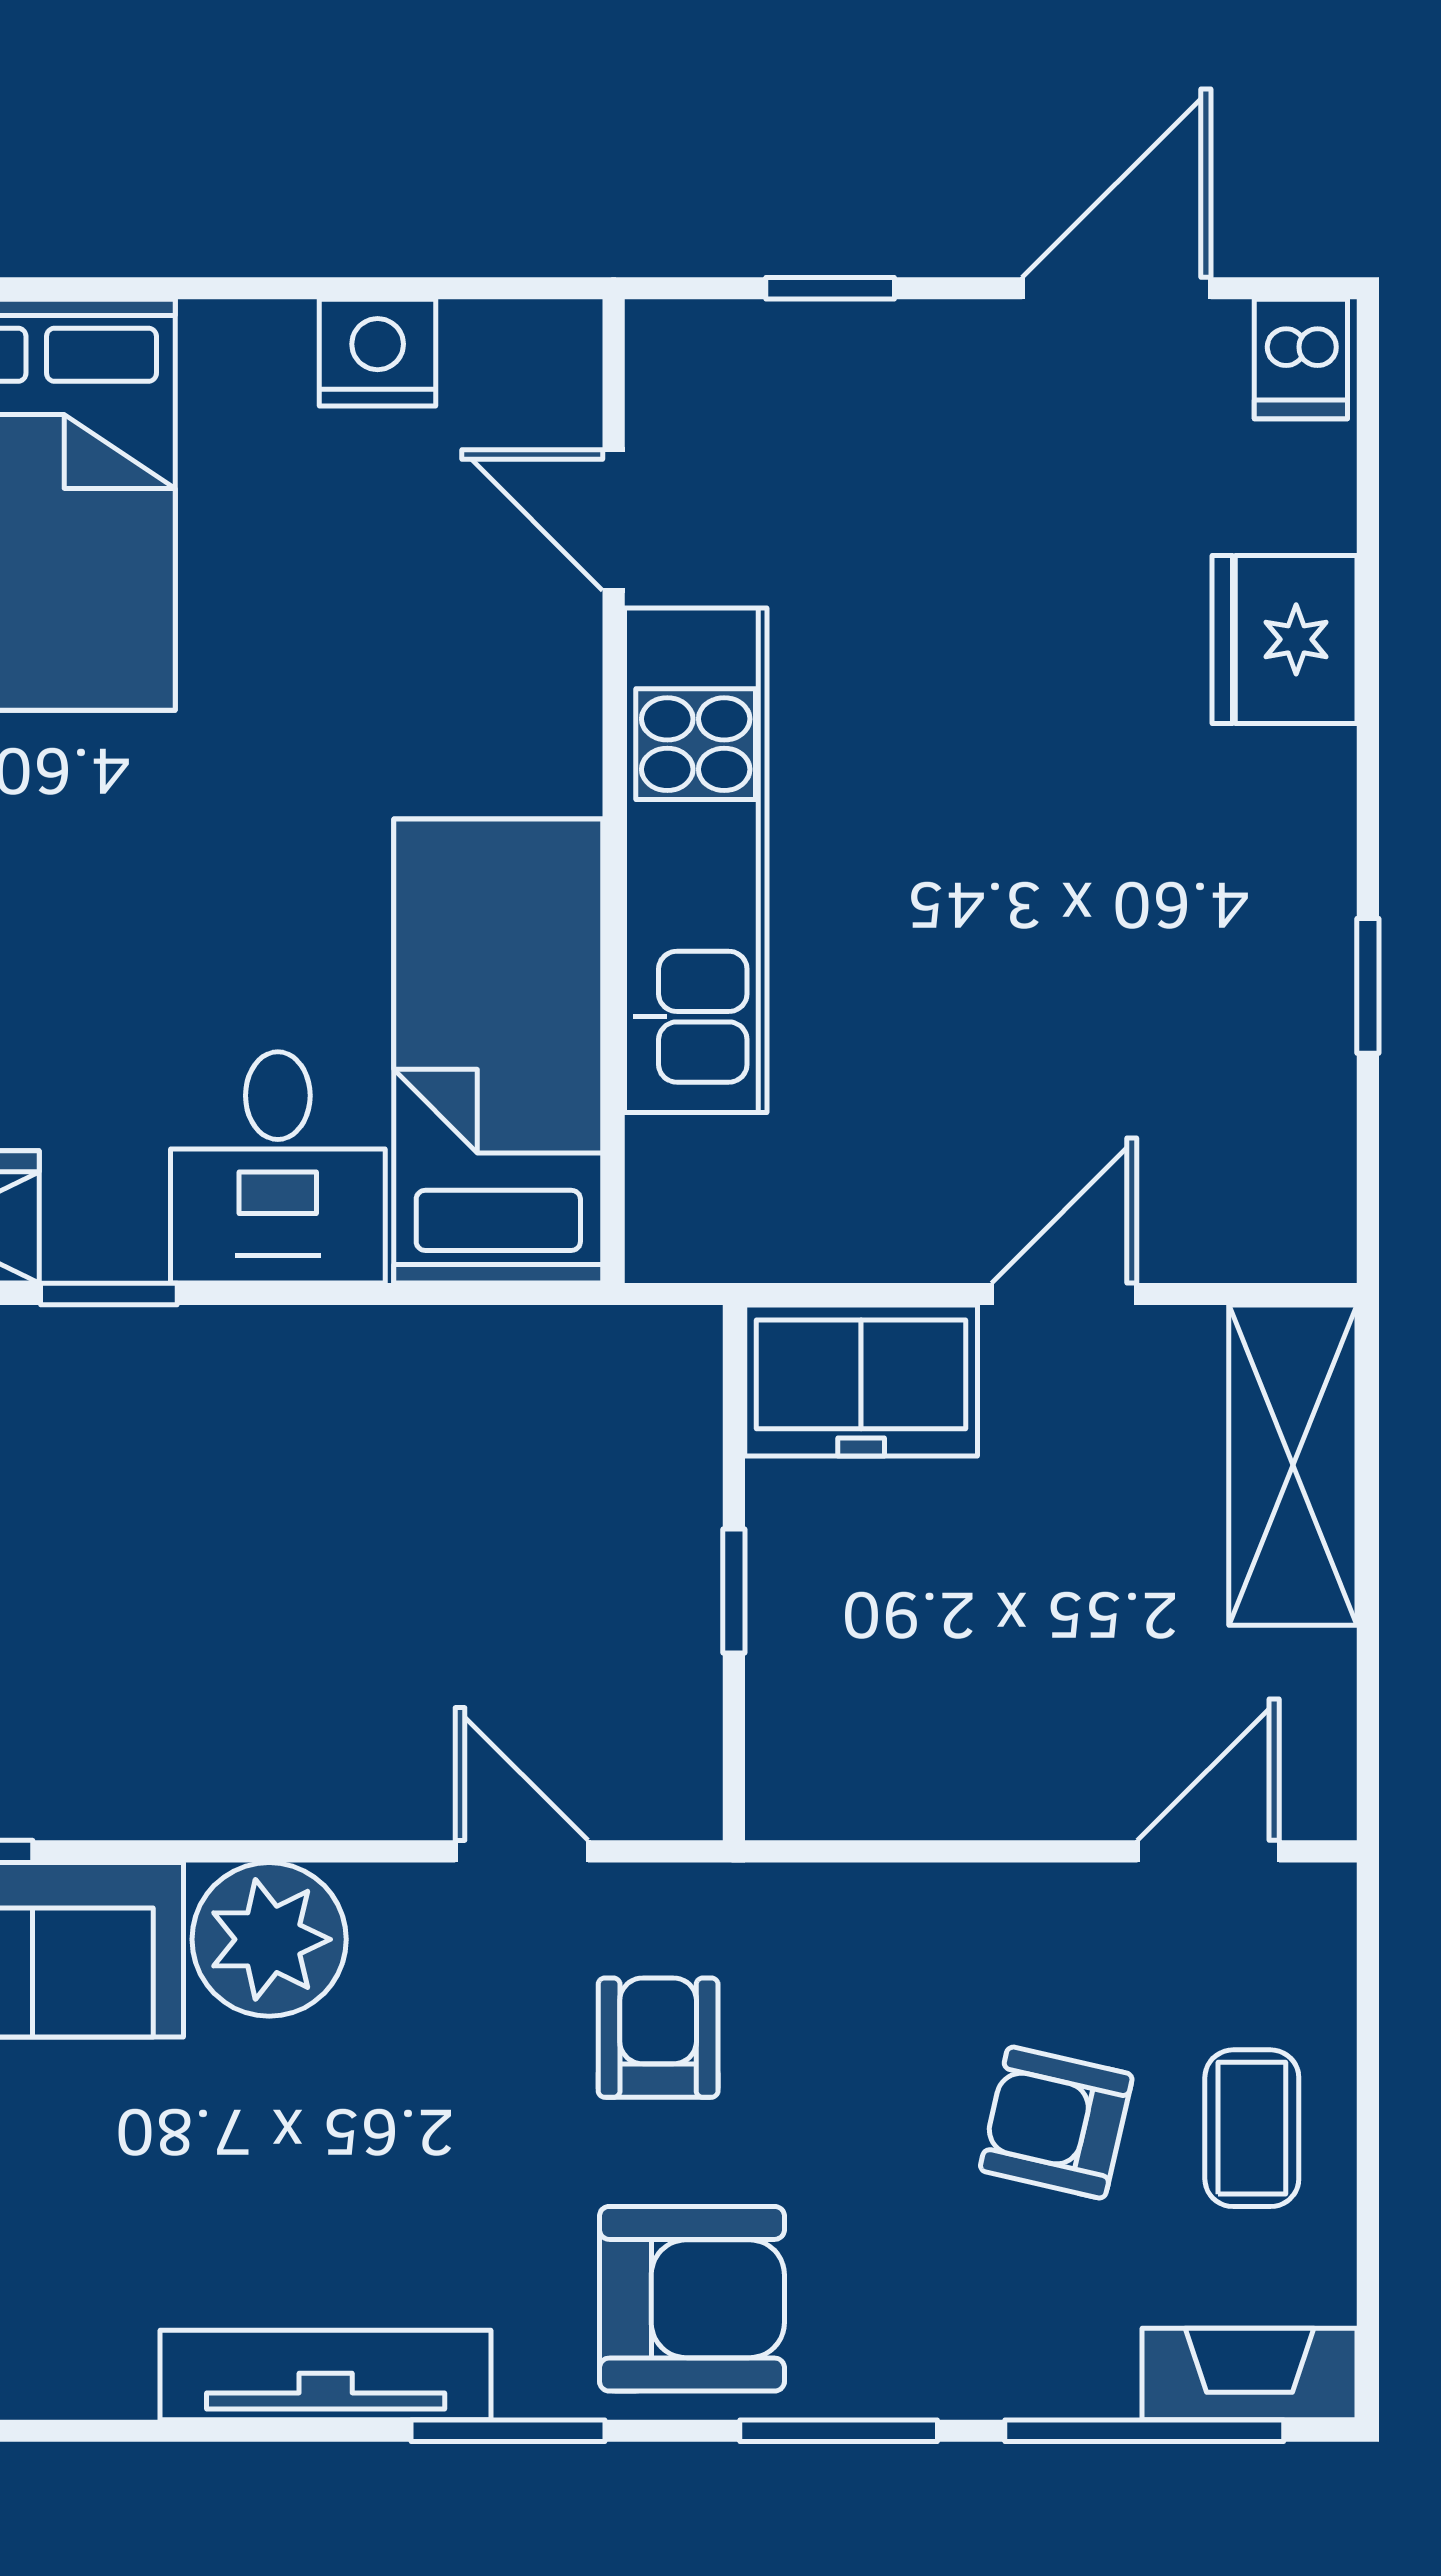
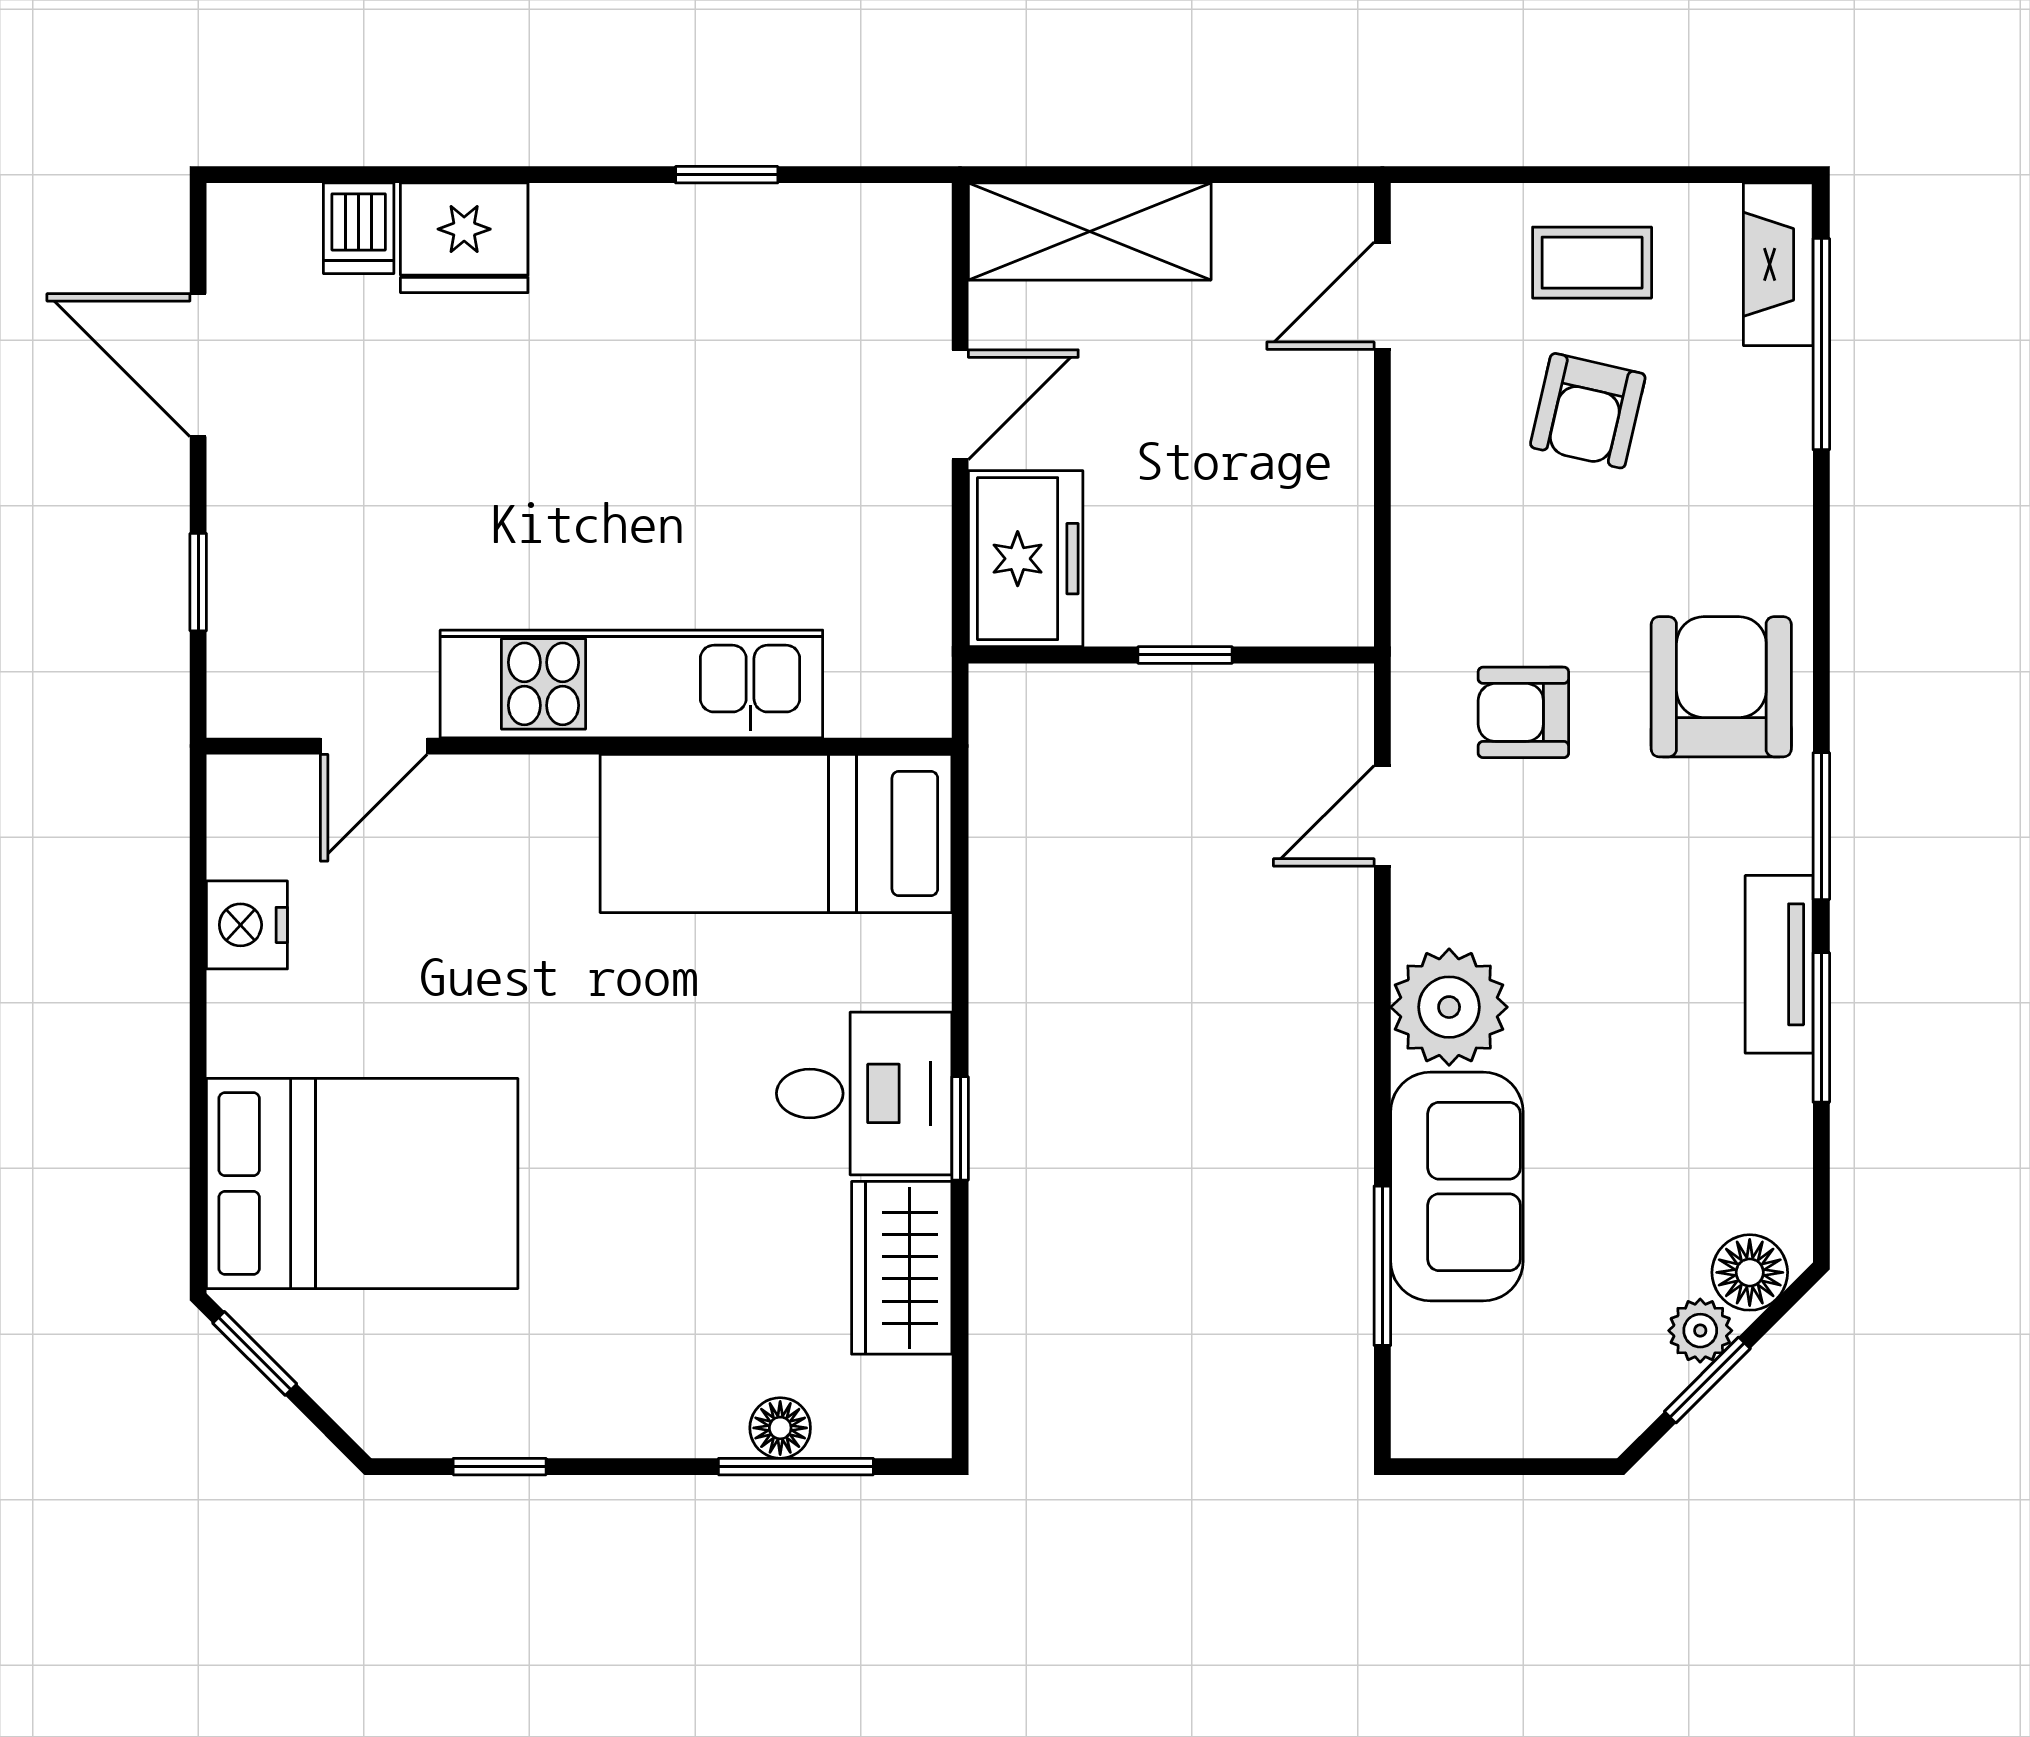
dishwasher: (1301, 359) -> (359, 228), moved, turned 90
desk: (278, 1167) -> (864, 1093), moved
door: (1064, 1294) -> (960, 405), swing flipped
door: (1208, 1851) -> (1382, 296), hinge flipped
tv unit: (326, 2375) -> (1779, 964), width x0.71
window: (839, 2431) -> (1821, 1027), moved

